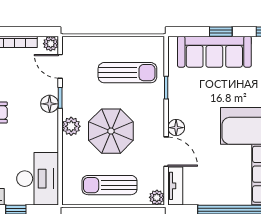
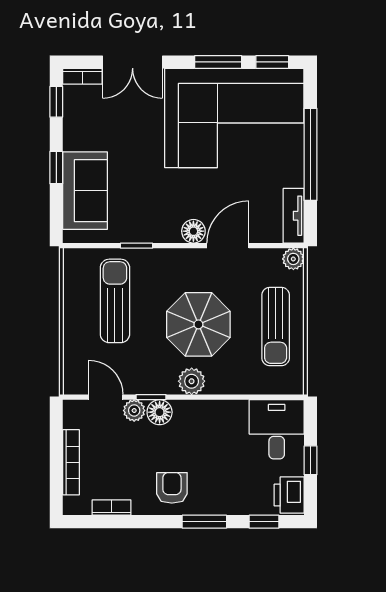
plant: (51, 44) -> (134, 410), moved
sofa: (214, 52) -> (85, 191), width x0.73
door: (60, 66) -> (106, 397), swing flipped
desk: (38, 179) -> (277, 429), width x0.73
tv unit: (175, 186) -> (294, 216), moved, turned -90

